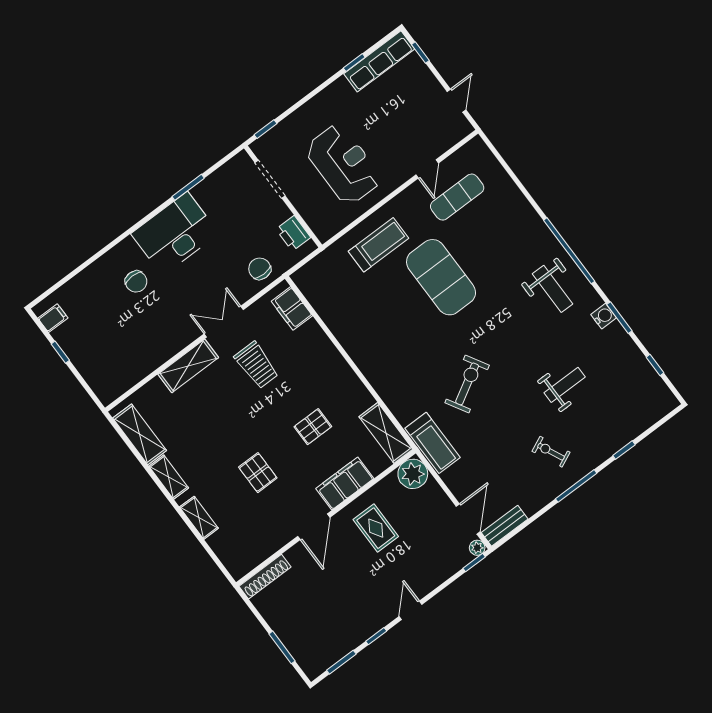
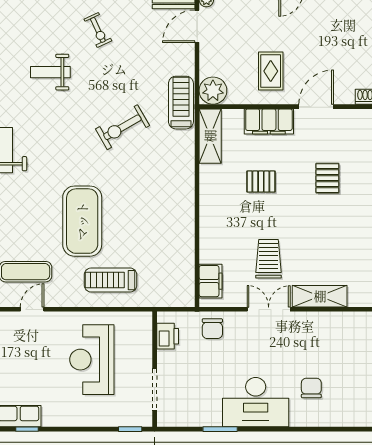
double door: (224, 322) -> (269, 309), swing flipped

